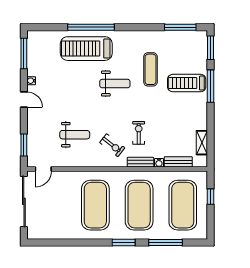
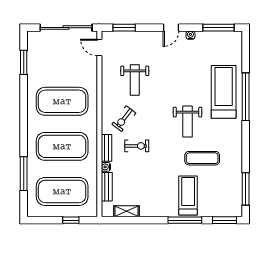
window: (124, 242) -> (24, 62), moved

